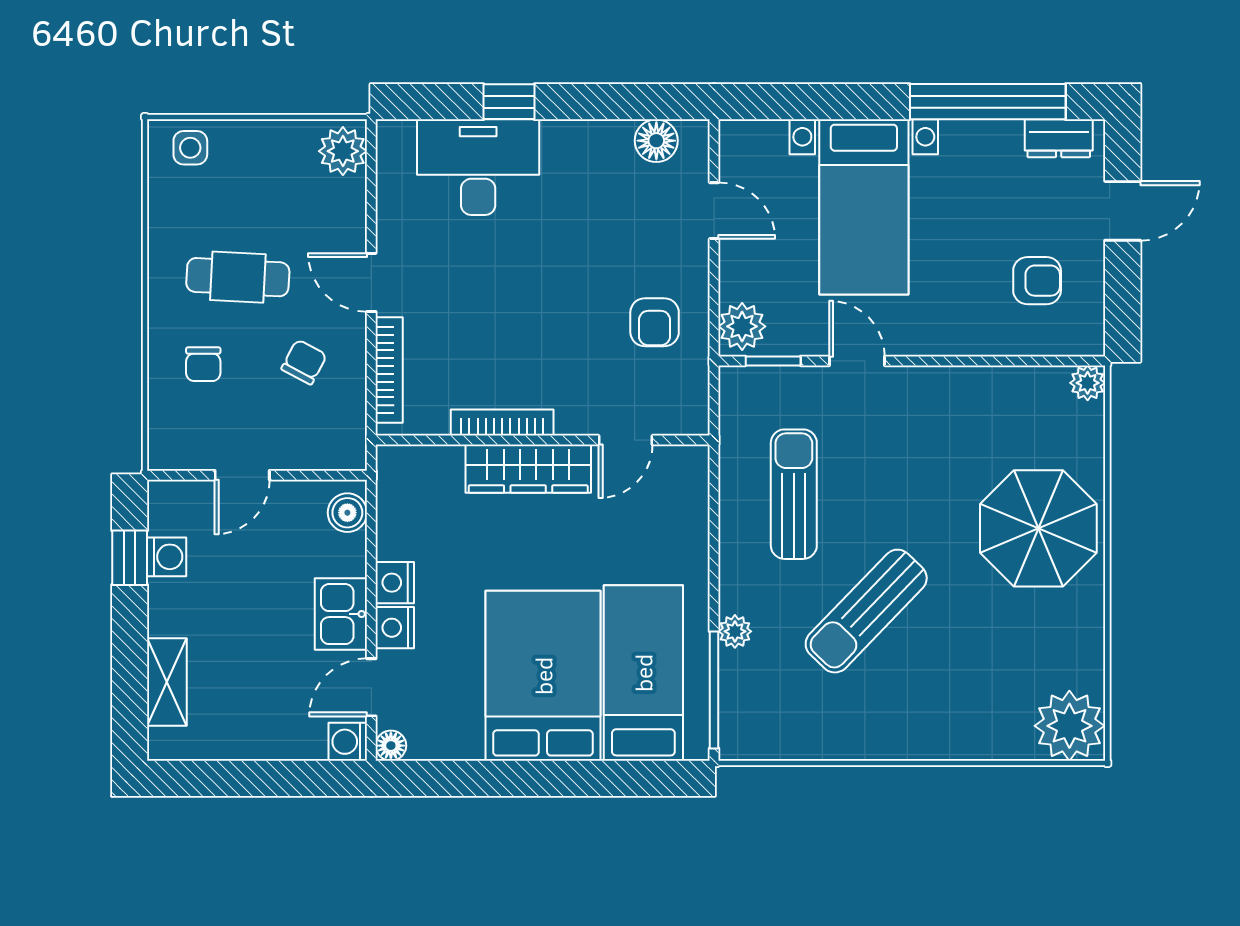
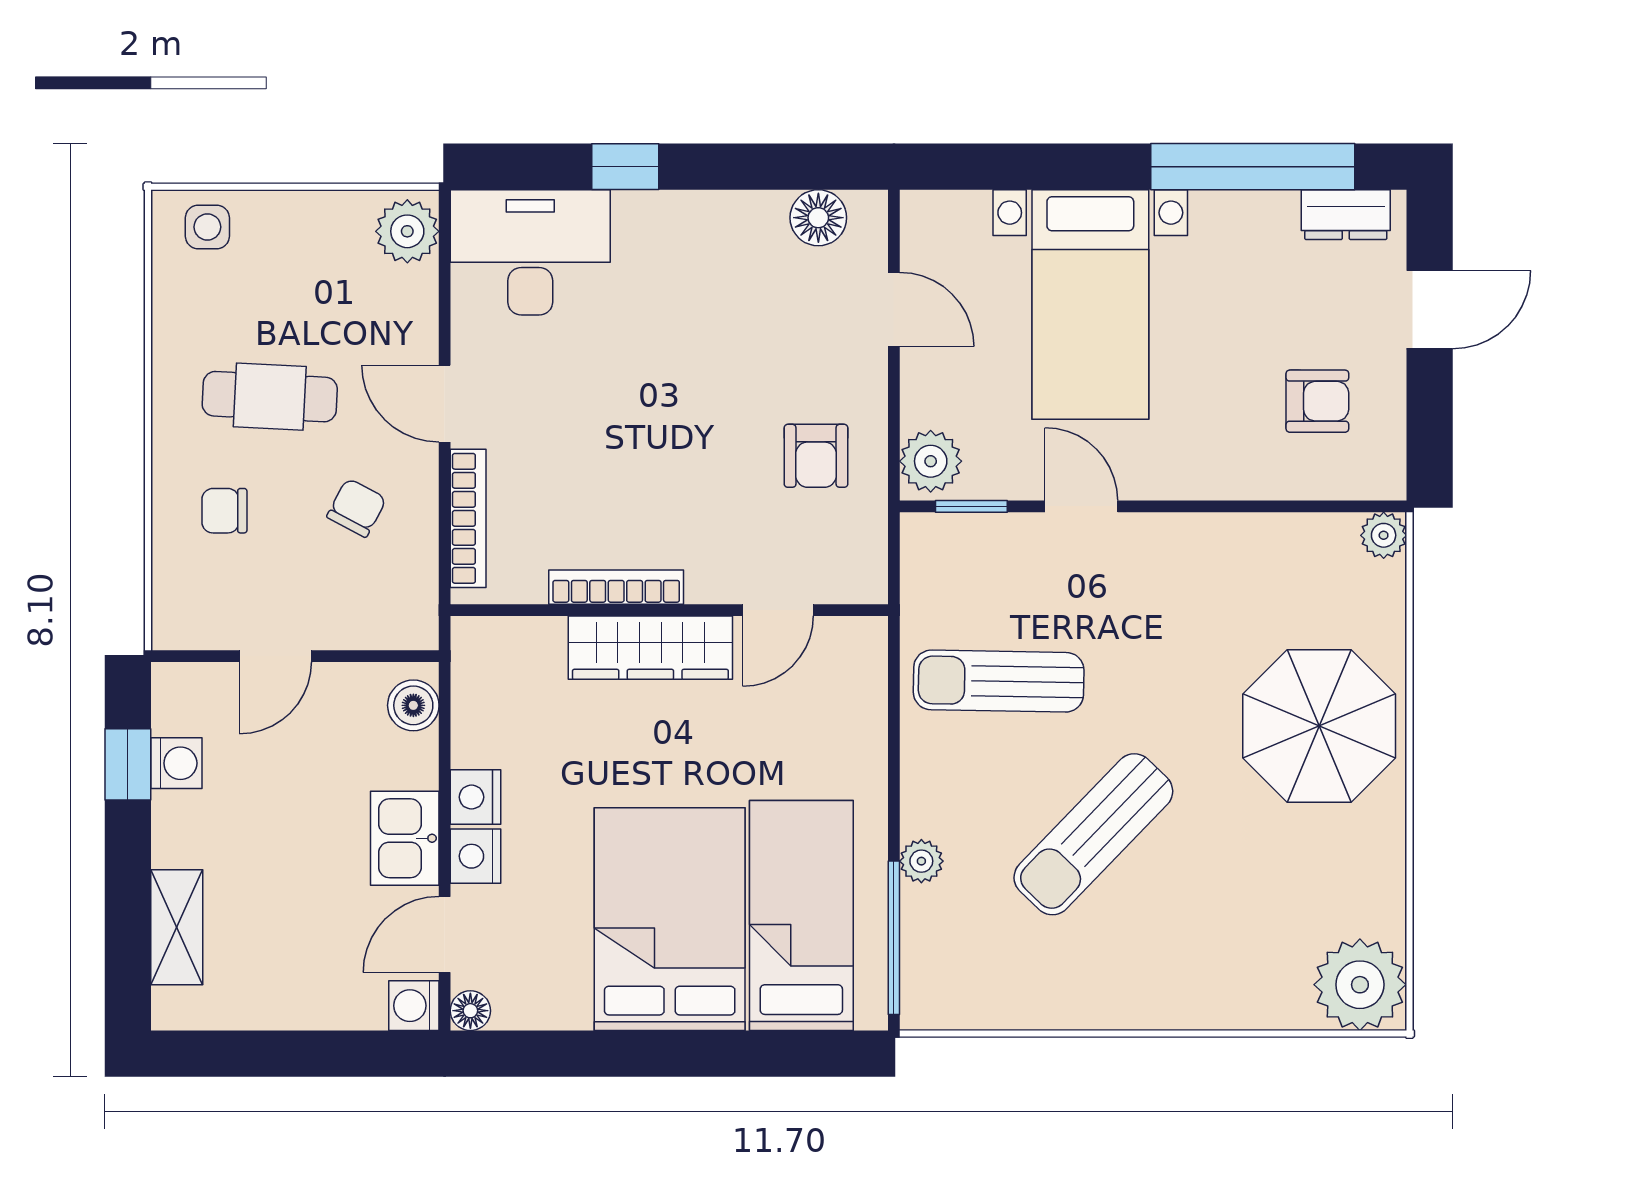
desk: (478, 167) -> (530, 252), moved
chair: (203, 364) -> (224, 511), turned 90
sun lounger: (794, 494) -> (999, 681), turned -89

